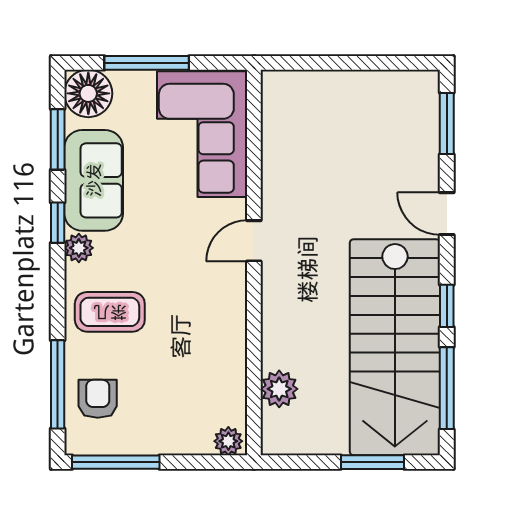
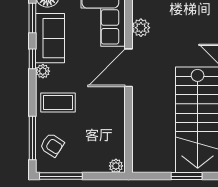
door: (254, 241) -> (129, 68), width x1.88
plant: (279, 389) -> (141, 28), moved
armchair: (98, 399) -> (52, 145), turned 123

